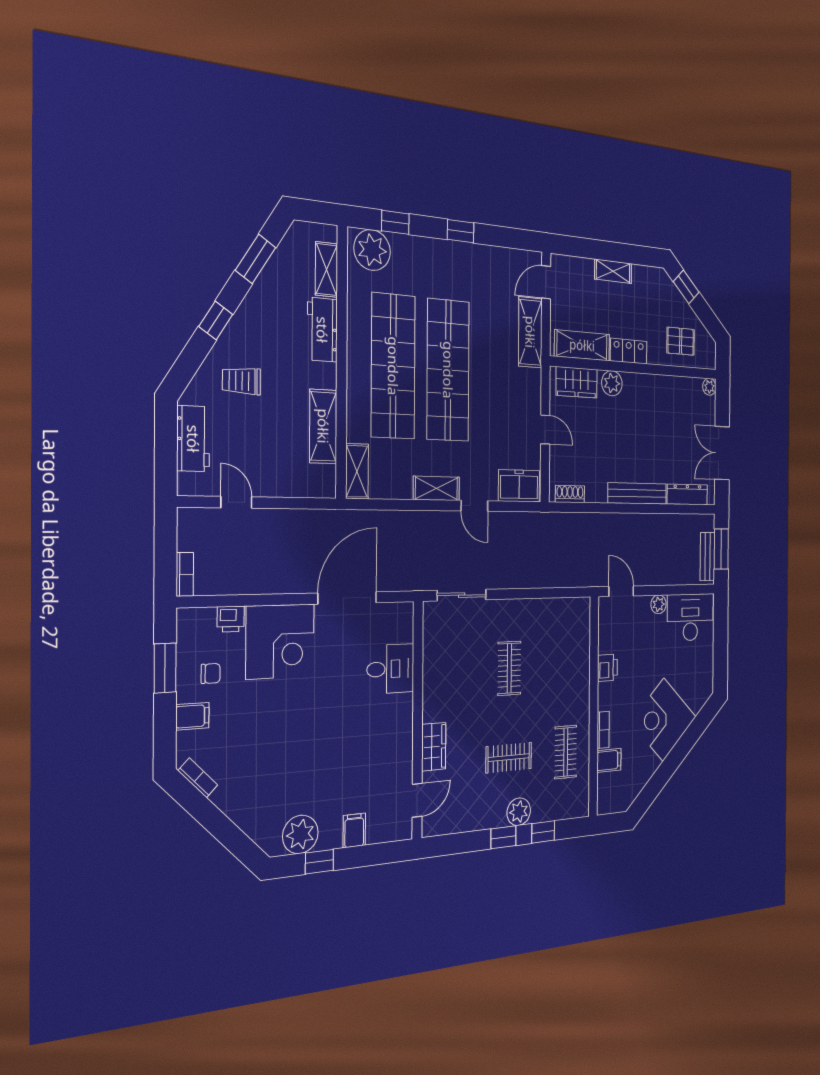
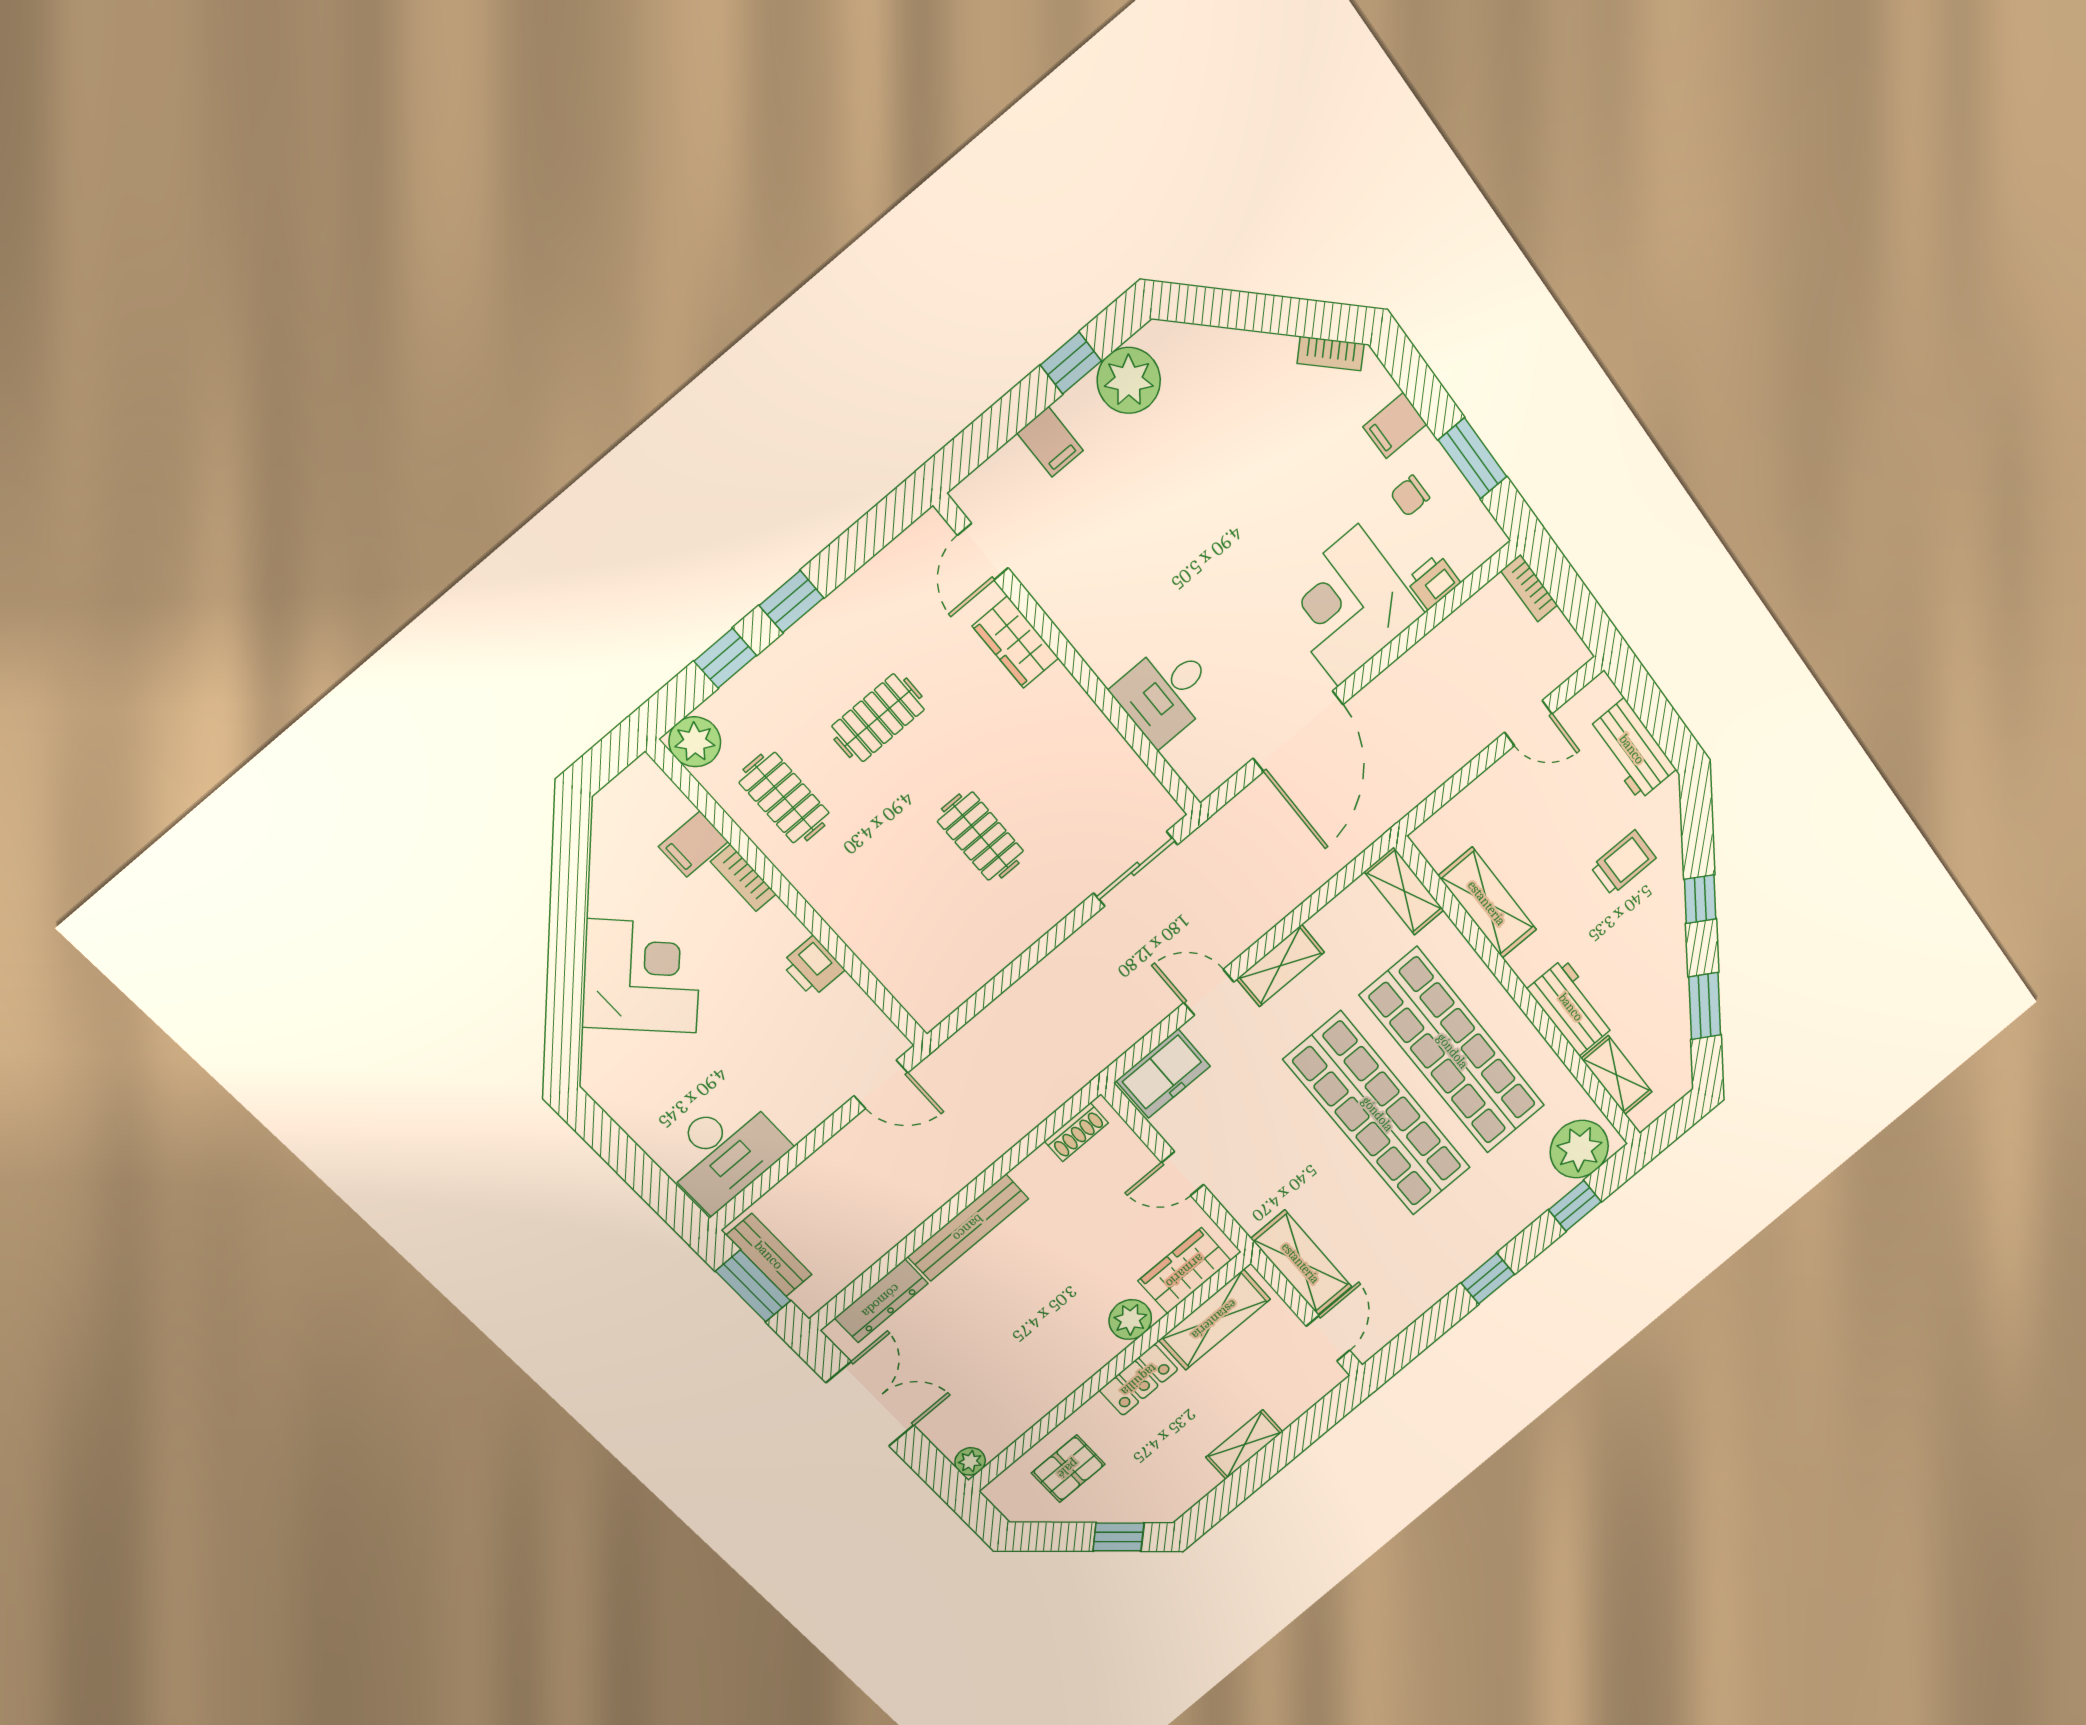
plant: (659, 604) -> (799, 1121), removed
plant: (519, 812) -> (695, 742), moved

